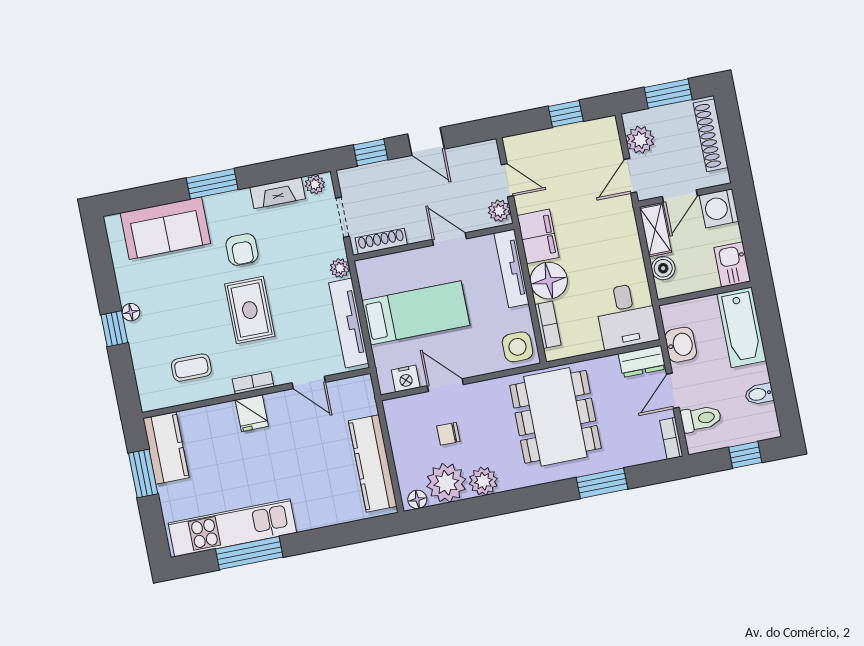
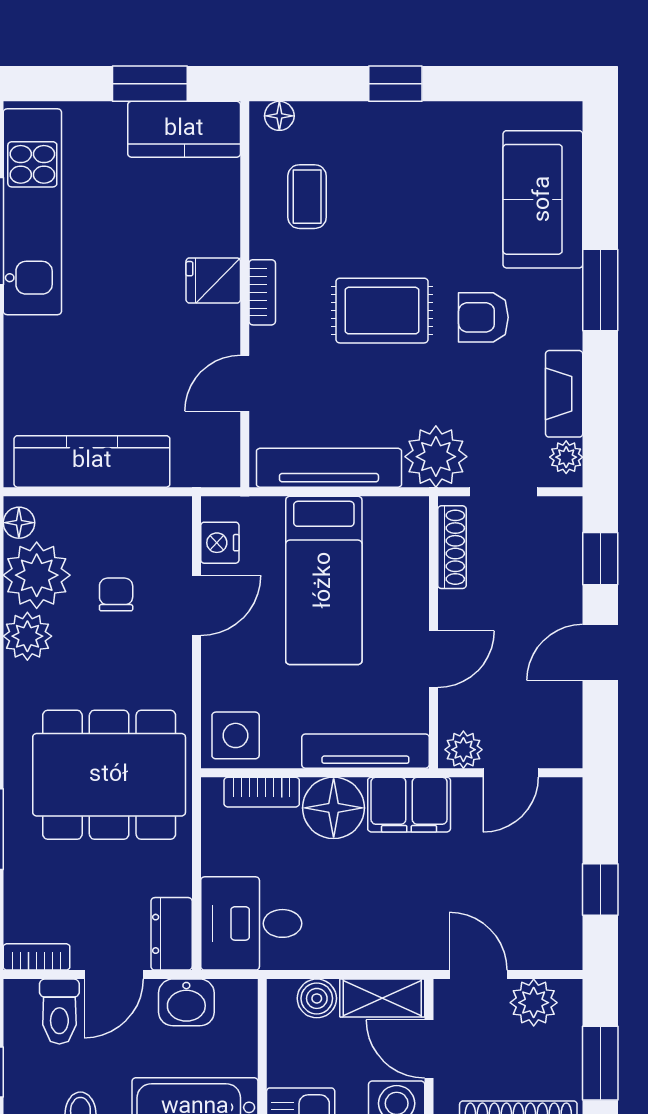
plant: (340, 268) -> (436, 457), width x1.88, depth x1.88
floor lamp: (131, 312) -> (279, 116), moved
door: (673, 391) -> (114, 975), swing flipped

